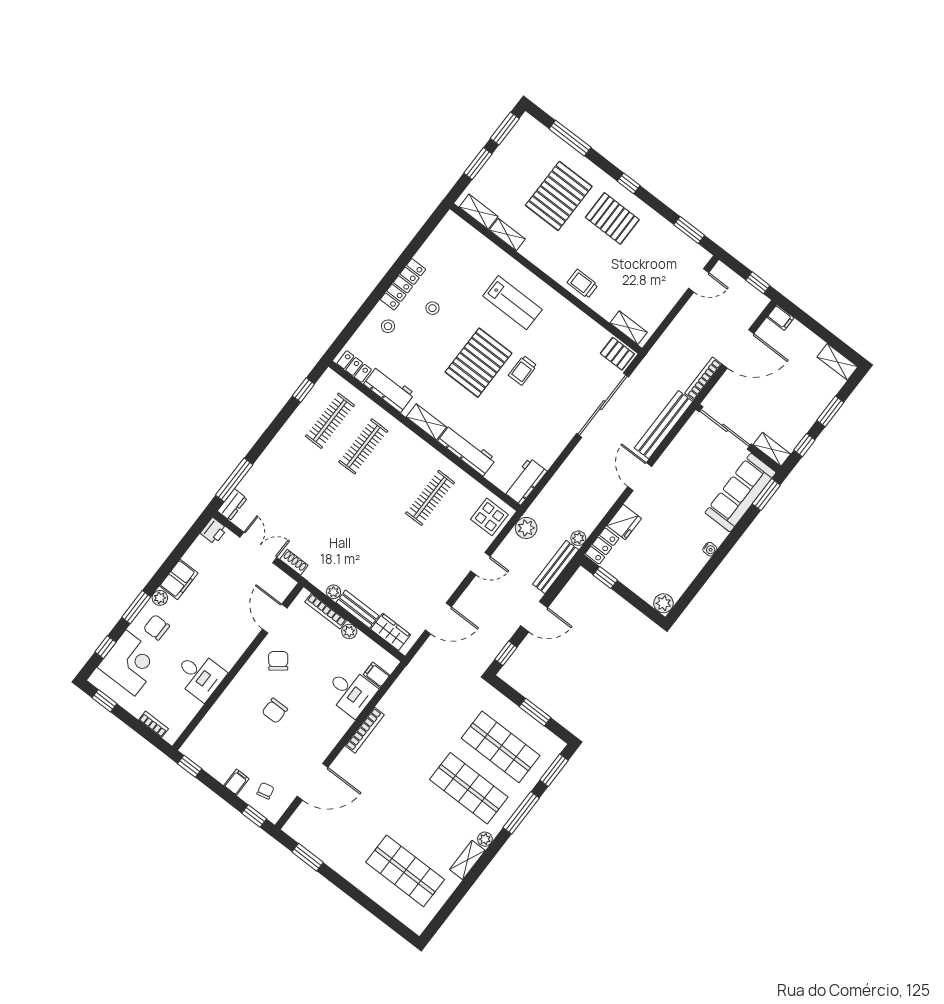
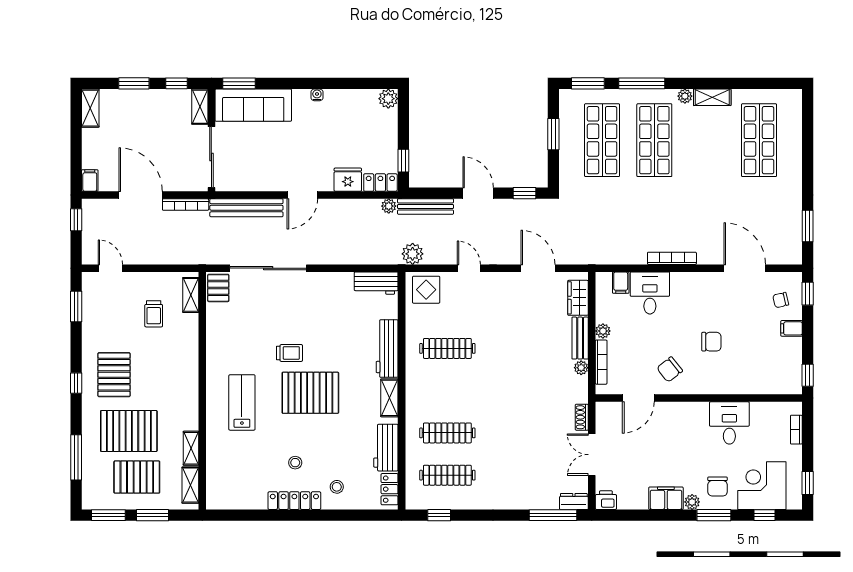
pallet: (517, 174) -> (137, 477), added
trolley: (583, 284) -> (154, 314), moved

